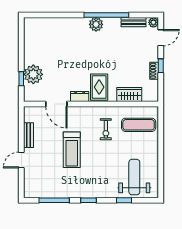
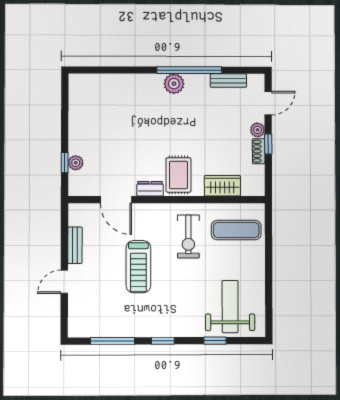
plant: (153, 22) -> (258, 130), moved
plant: (33, 74) -> (76, 163), width x0.53, depth x0.53
exercise bike: (106, 129) -> (188, 237), width x1.38, depth x1.39

